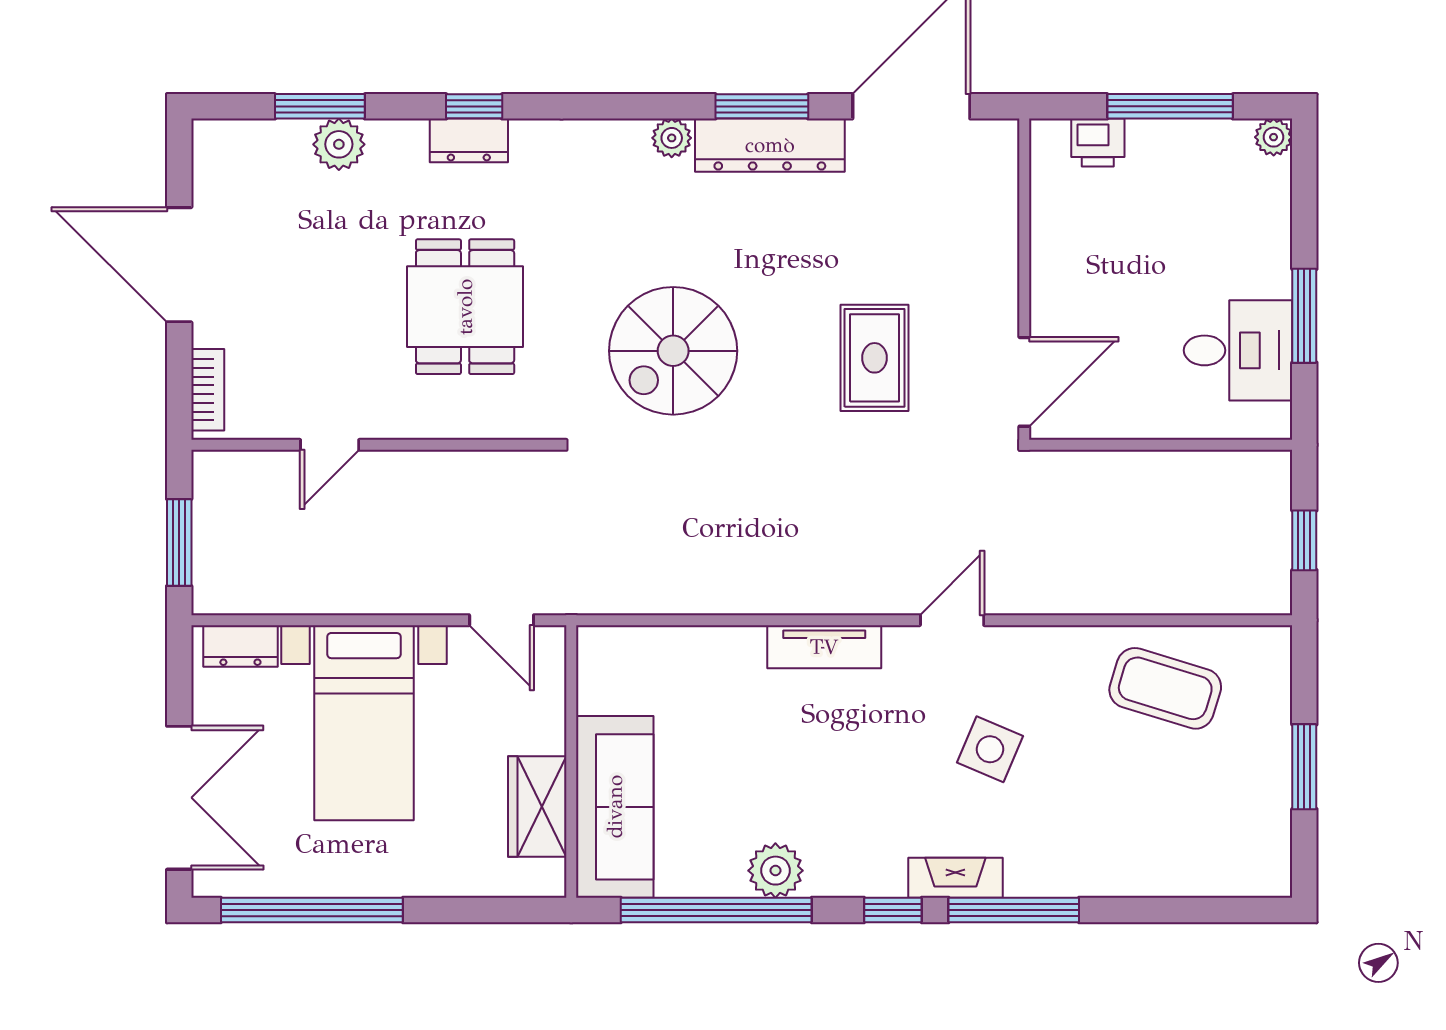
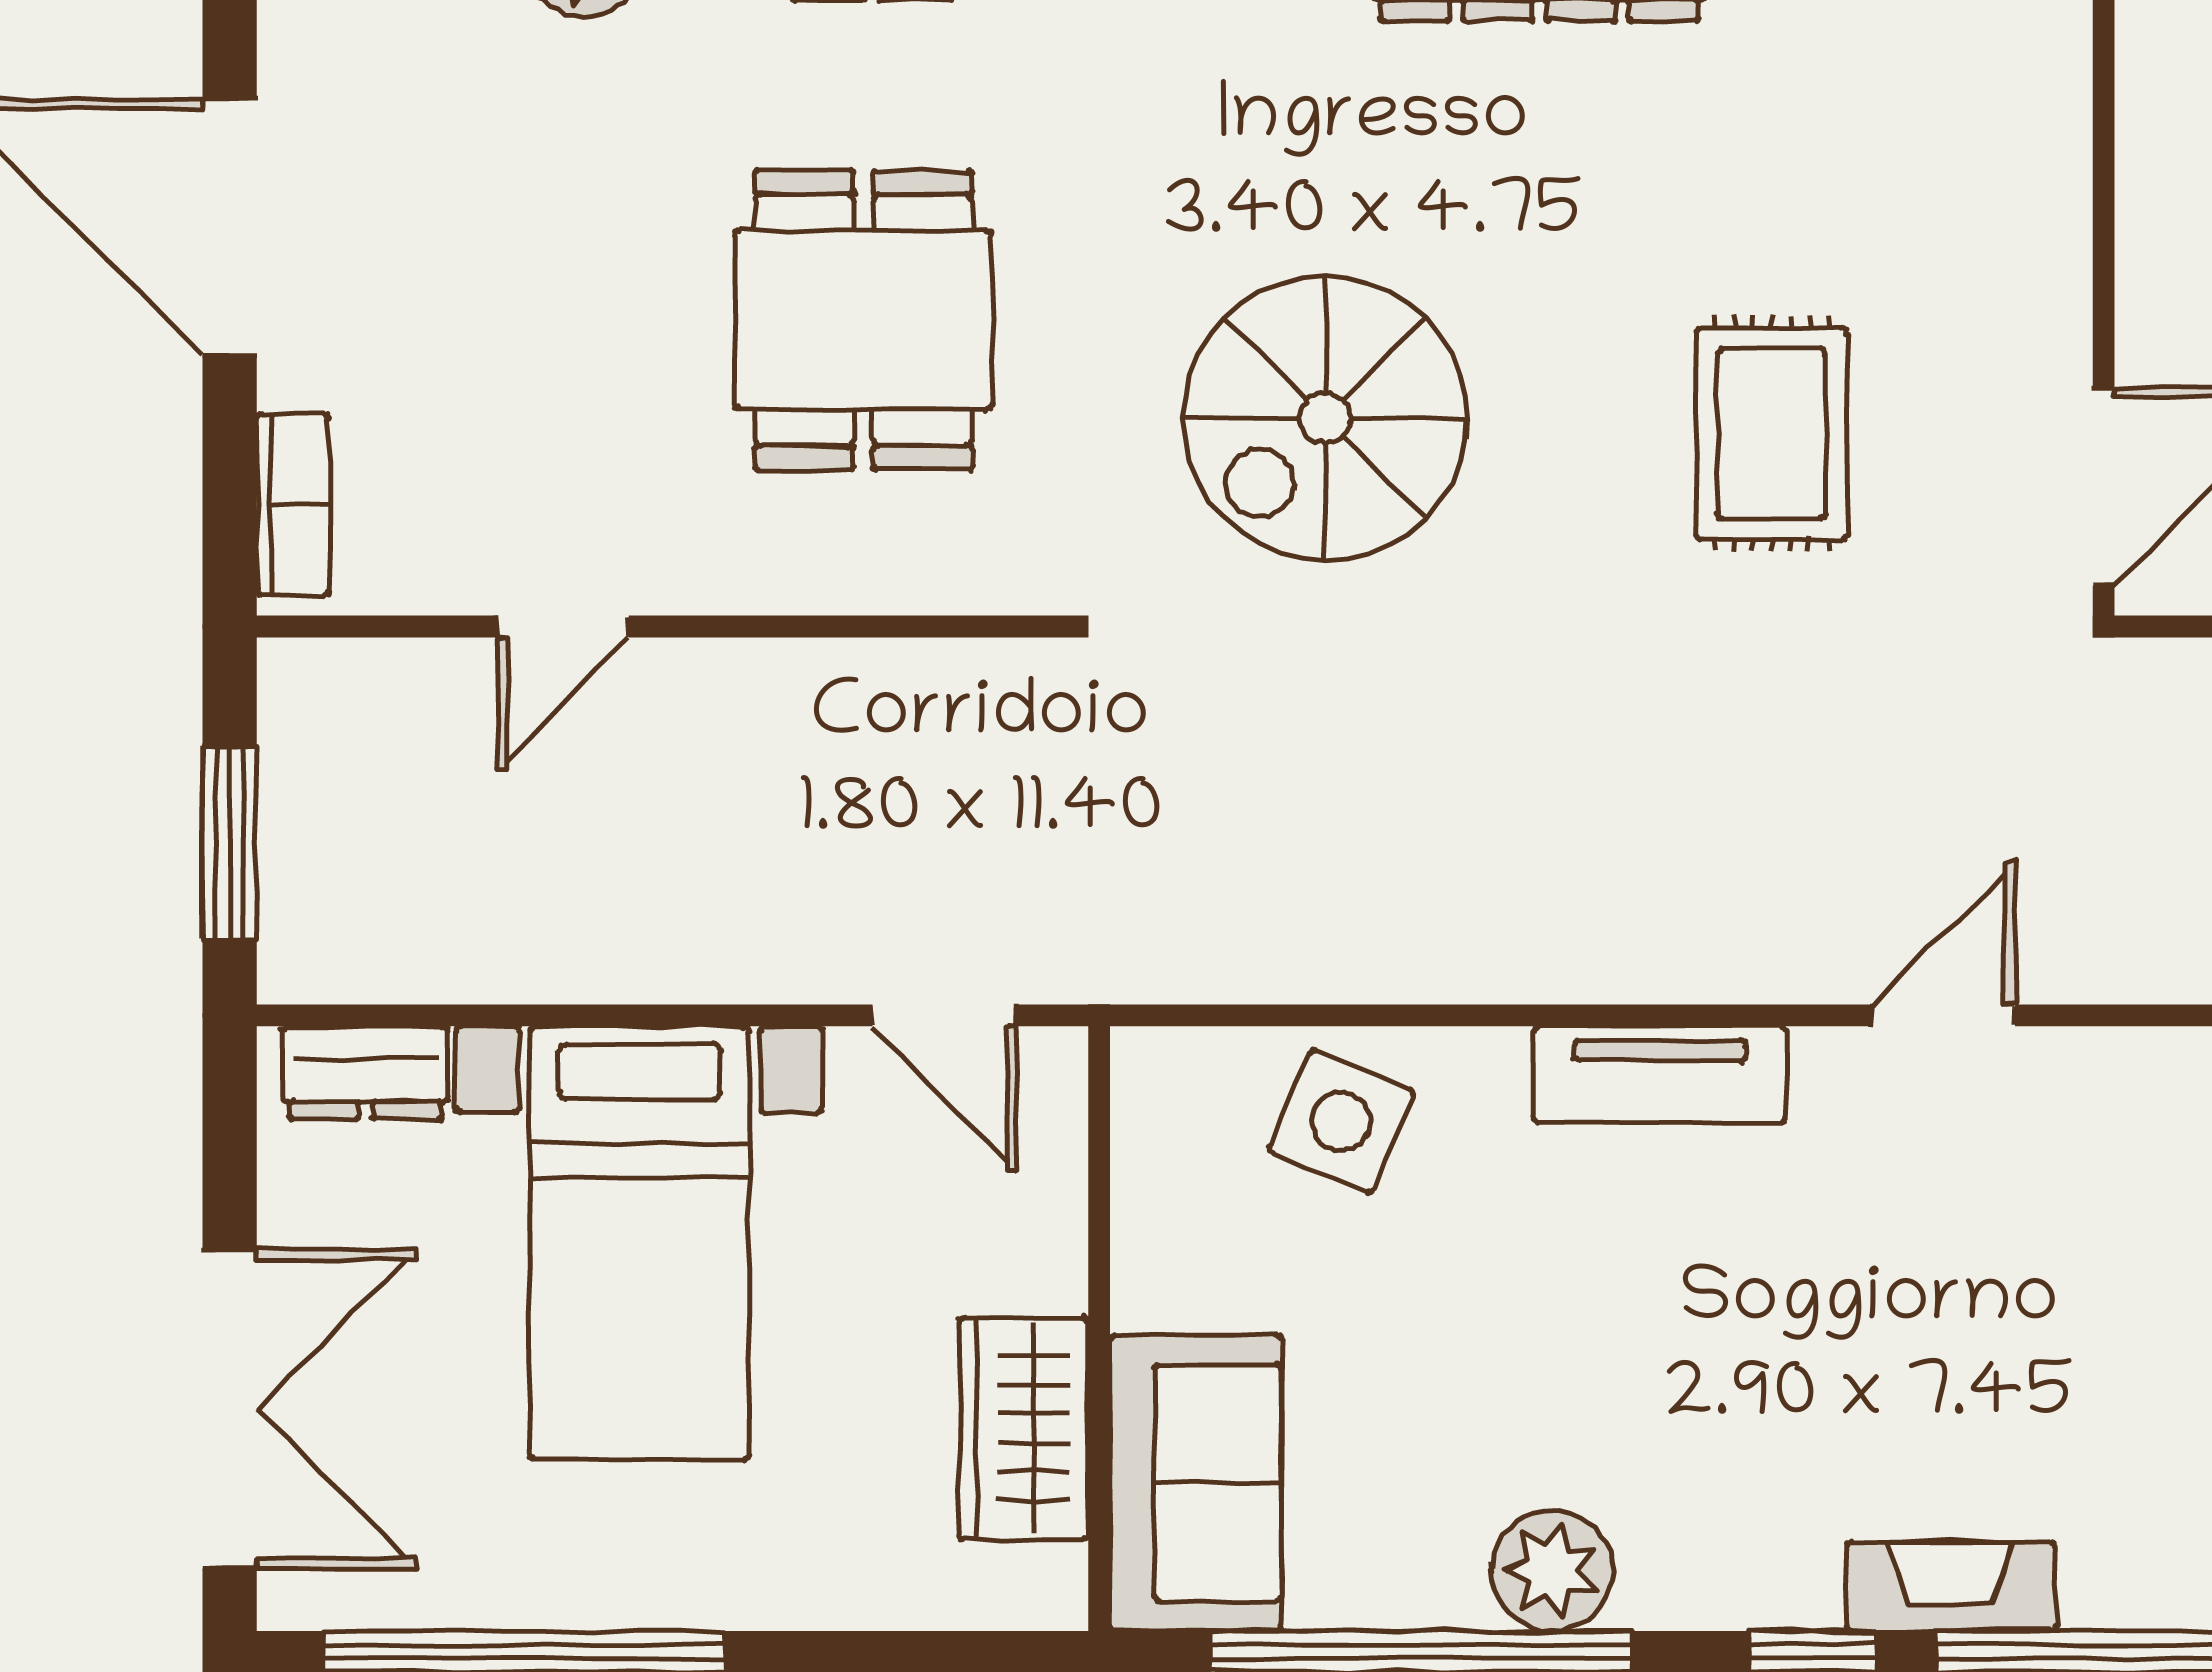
side table: (990, 749) -> (1341, 1121), moved
sofa: (615, 807) -> (1196, 1483), width x0.73

